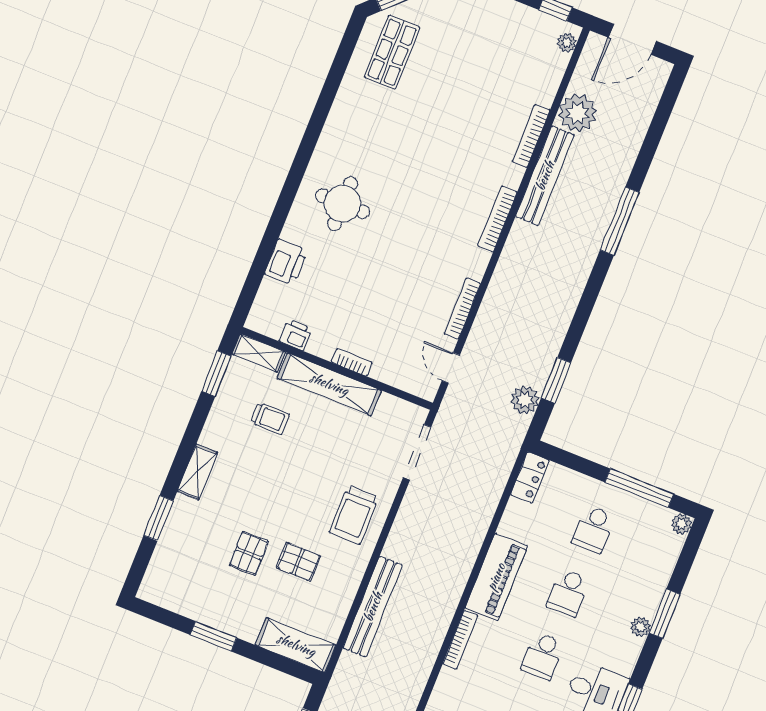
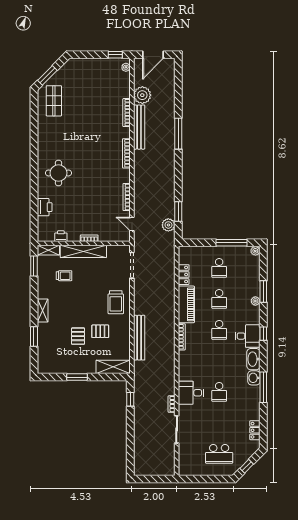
locker: (530, 477) -> (184, 275), moved

